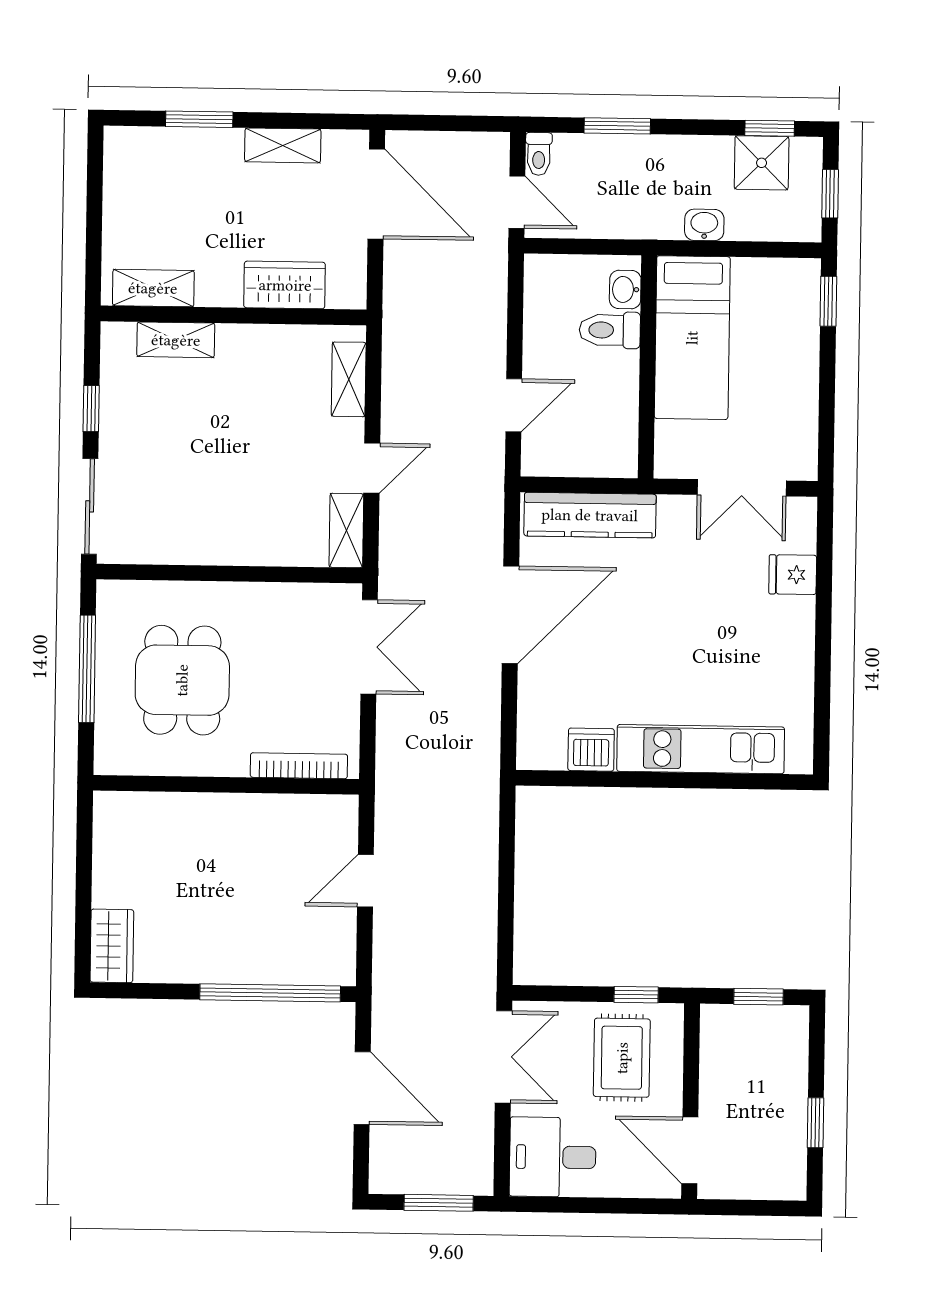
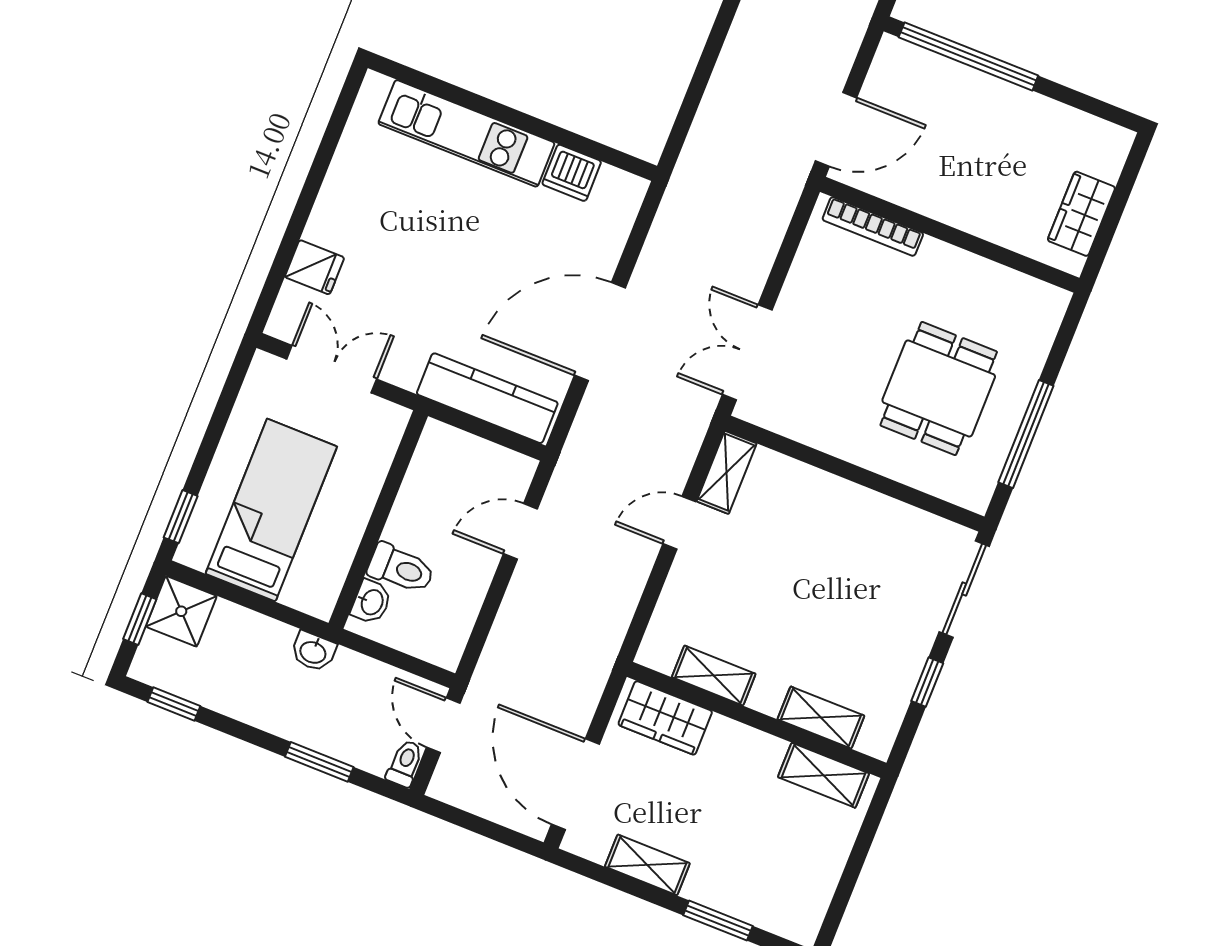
shower: (762, 163) -> (181, 611), moved
washbasin: (704, 225) -> (313, 652), moved
wardrobe: (285, 285) -> (665, 718), moved
bed: (692, 338) -> (271, 510), moved
shelving: (349, 379) -> (714, 675), moved, turned 90
bookcase: (299, 766) -> (873, 227), moved
wall: (226, 785) -> (950, 235), moved
door: (365, 881) -> (836, 129), width x1.38
wardrobe: (112, 946) -> (1081, 214), moved

